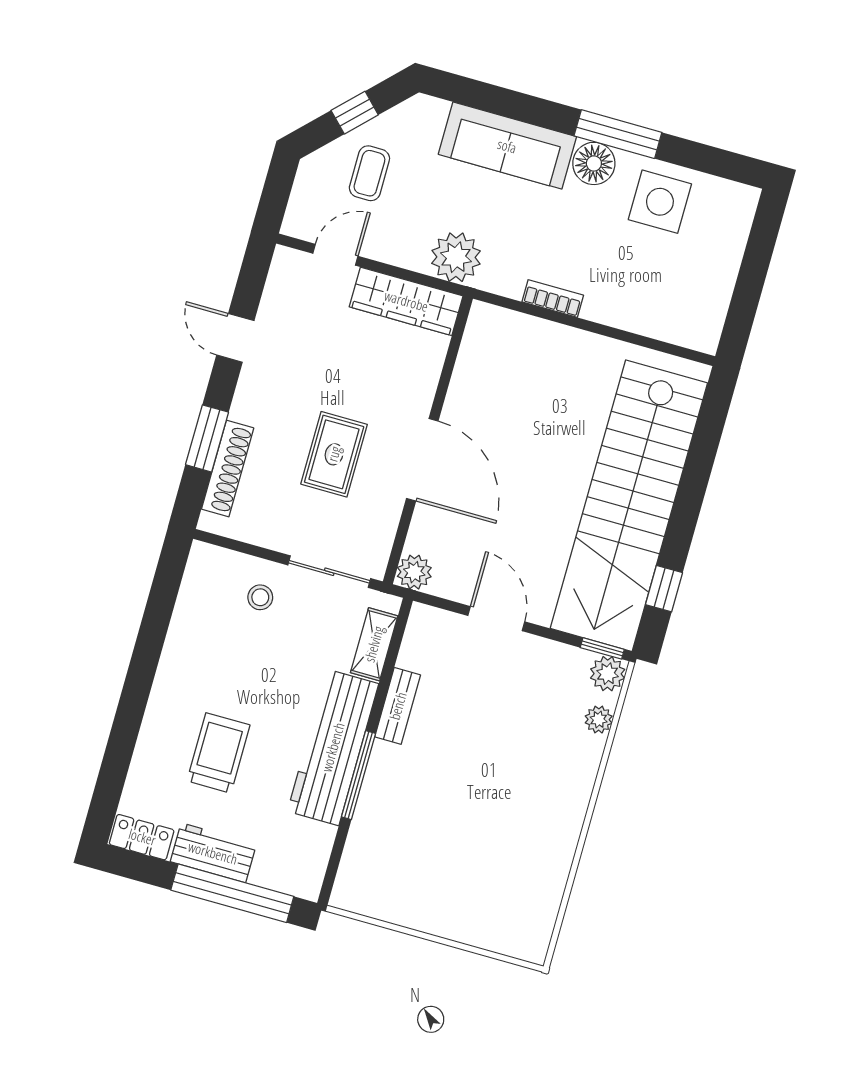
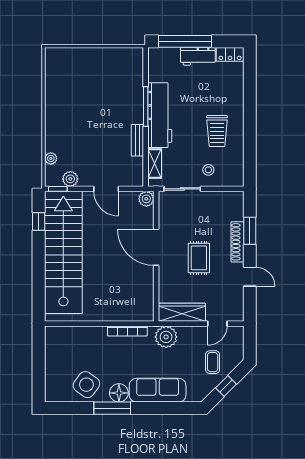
side table: (660, 202) -> (86, 385), turned 36
bookcase: (553, 299) -> (127, 331), width x1.56
rug: (334, 454) -> (199, 258), moved
shoe rack: (228, 468) -> (237, 242), moved
plant: (608, 674) -> (70, 179), moved
trolley: (218, 753) -> (217, 131), moved

